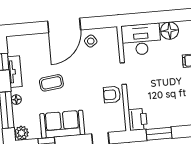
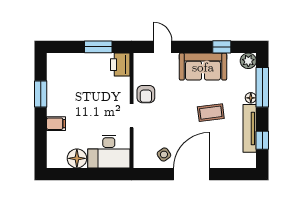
tv unit: (15, 72) -> (250, 128), width x1.41
armchair: (112, 95) -> (146, 94), turned 90

